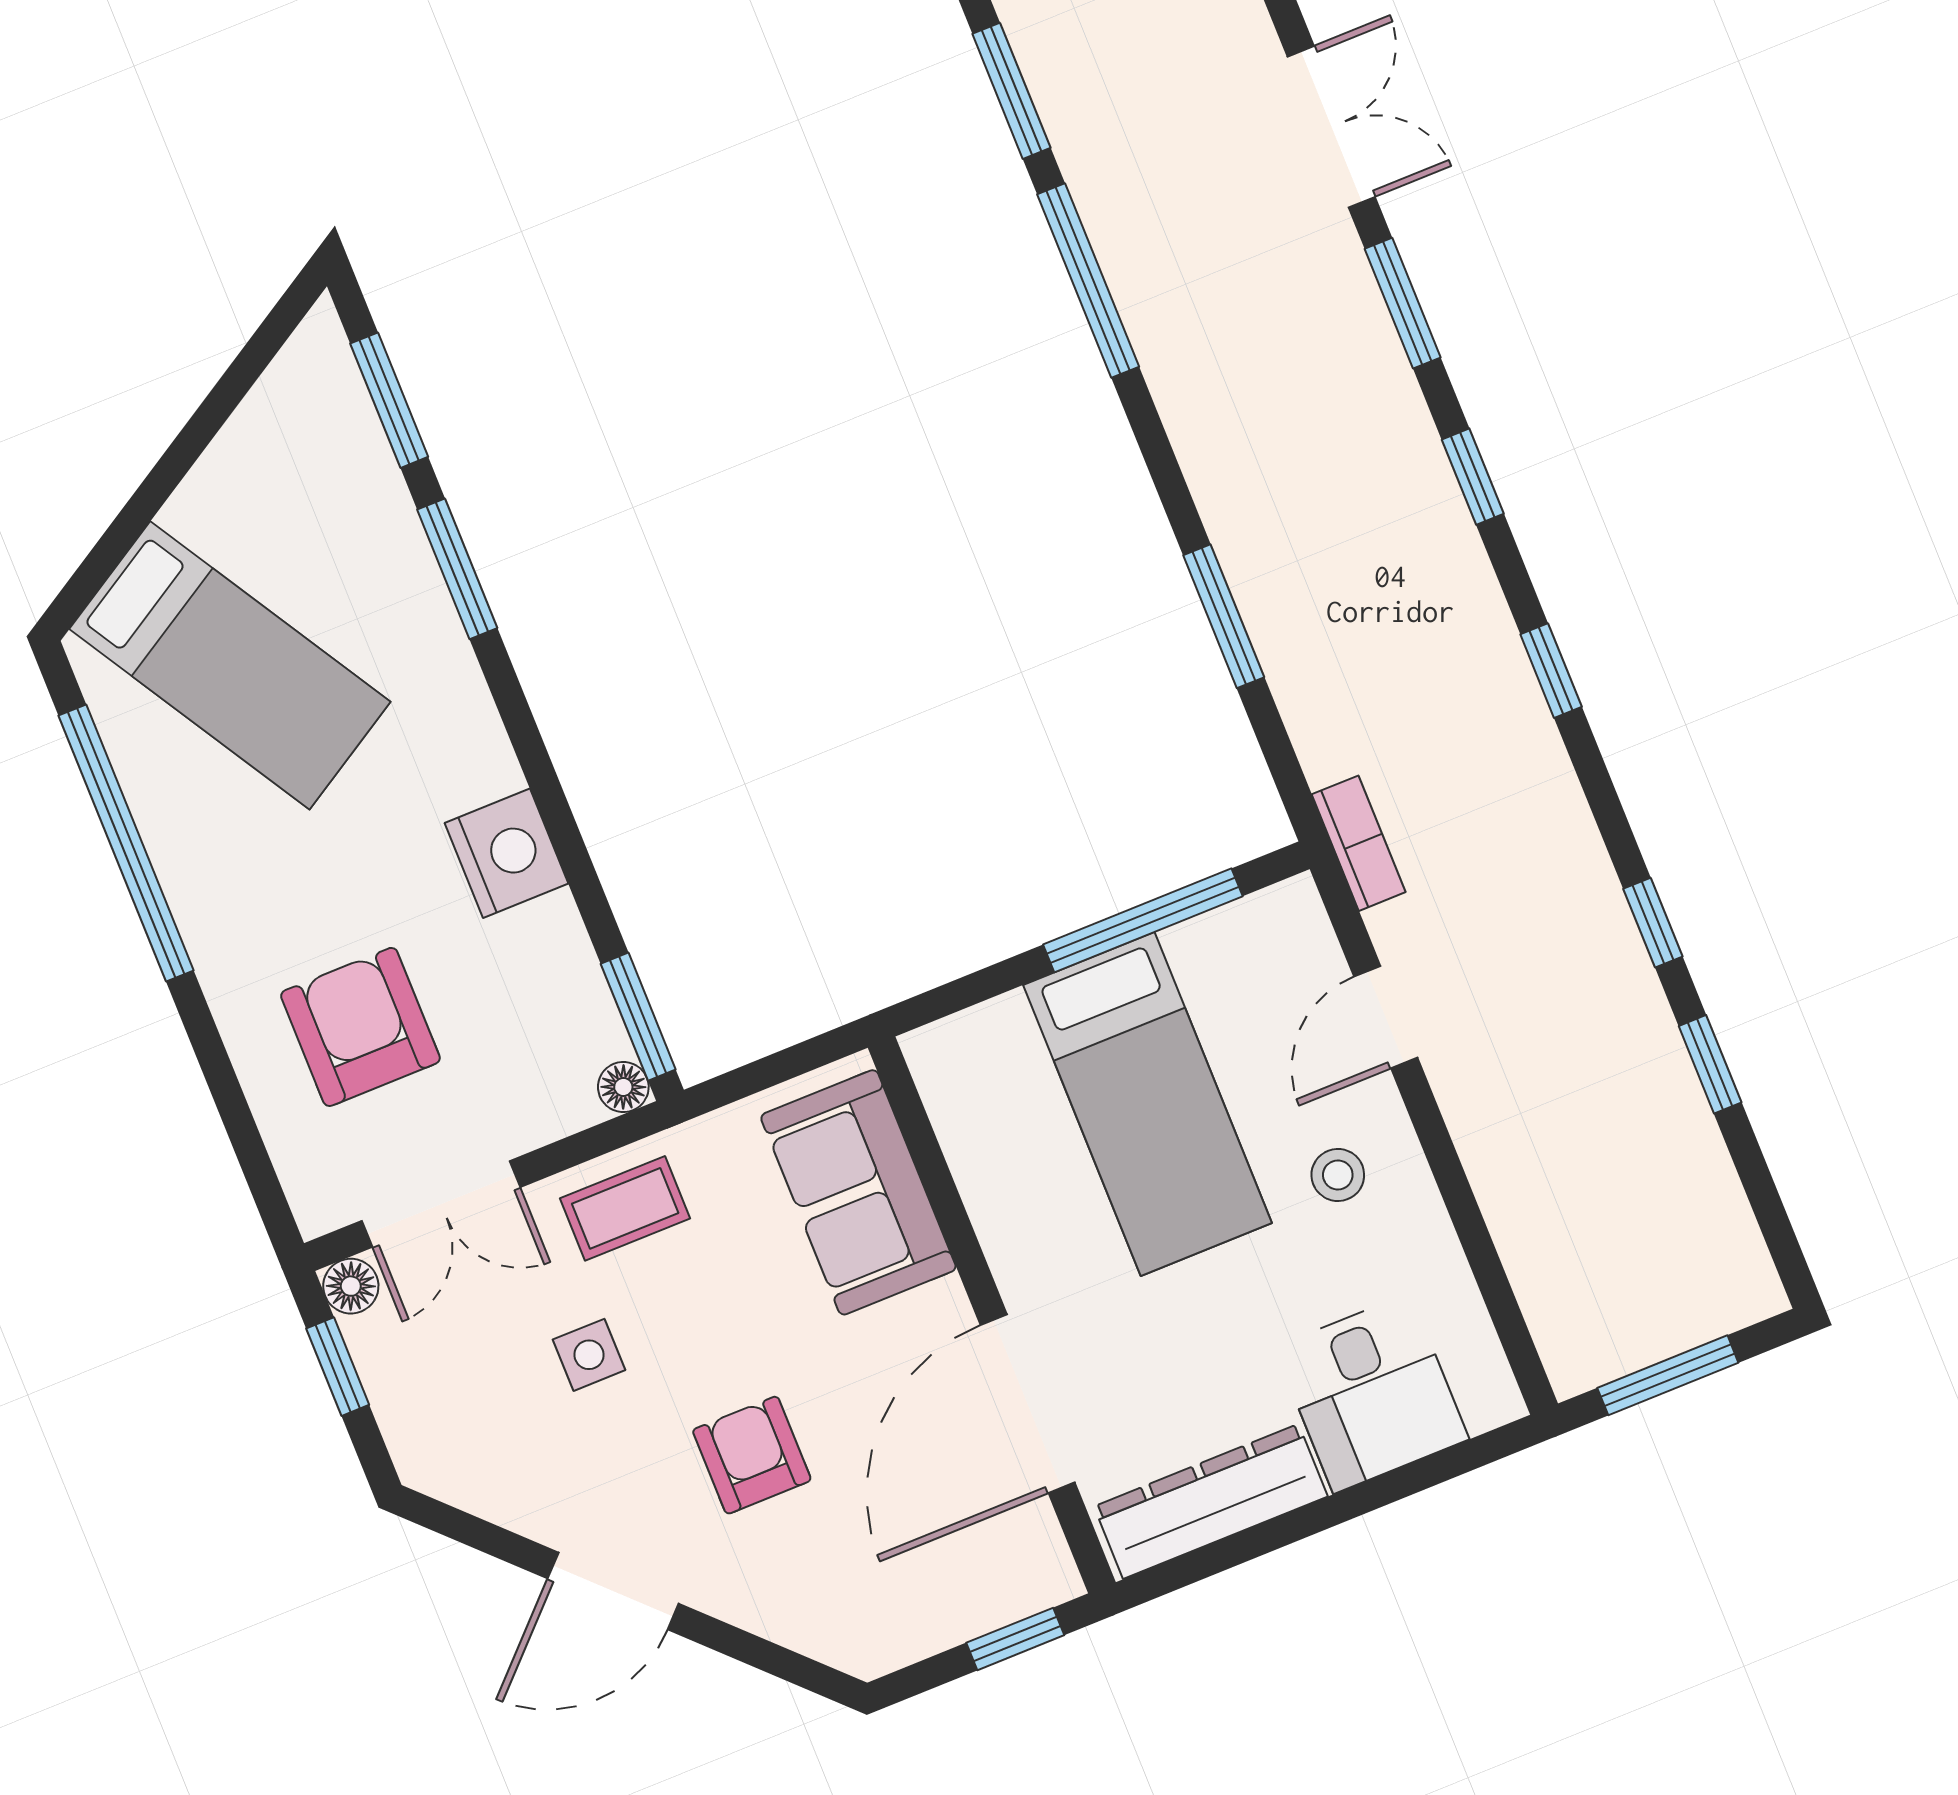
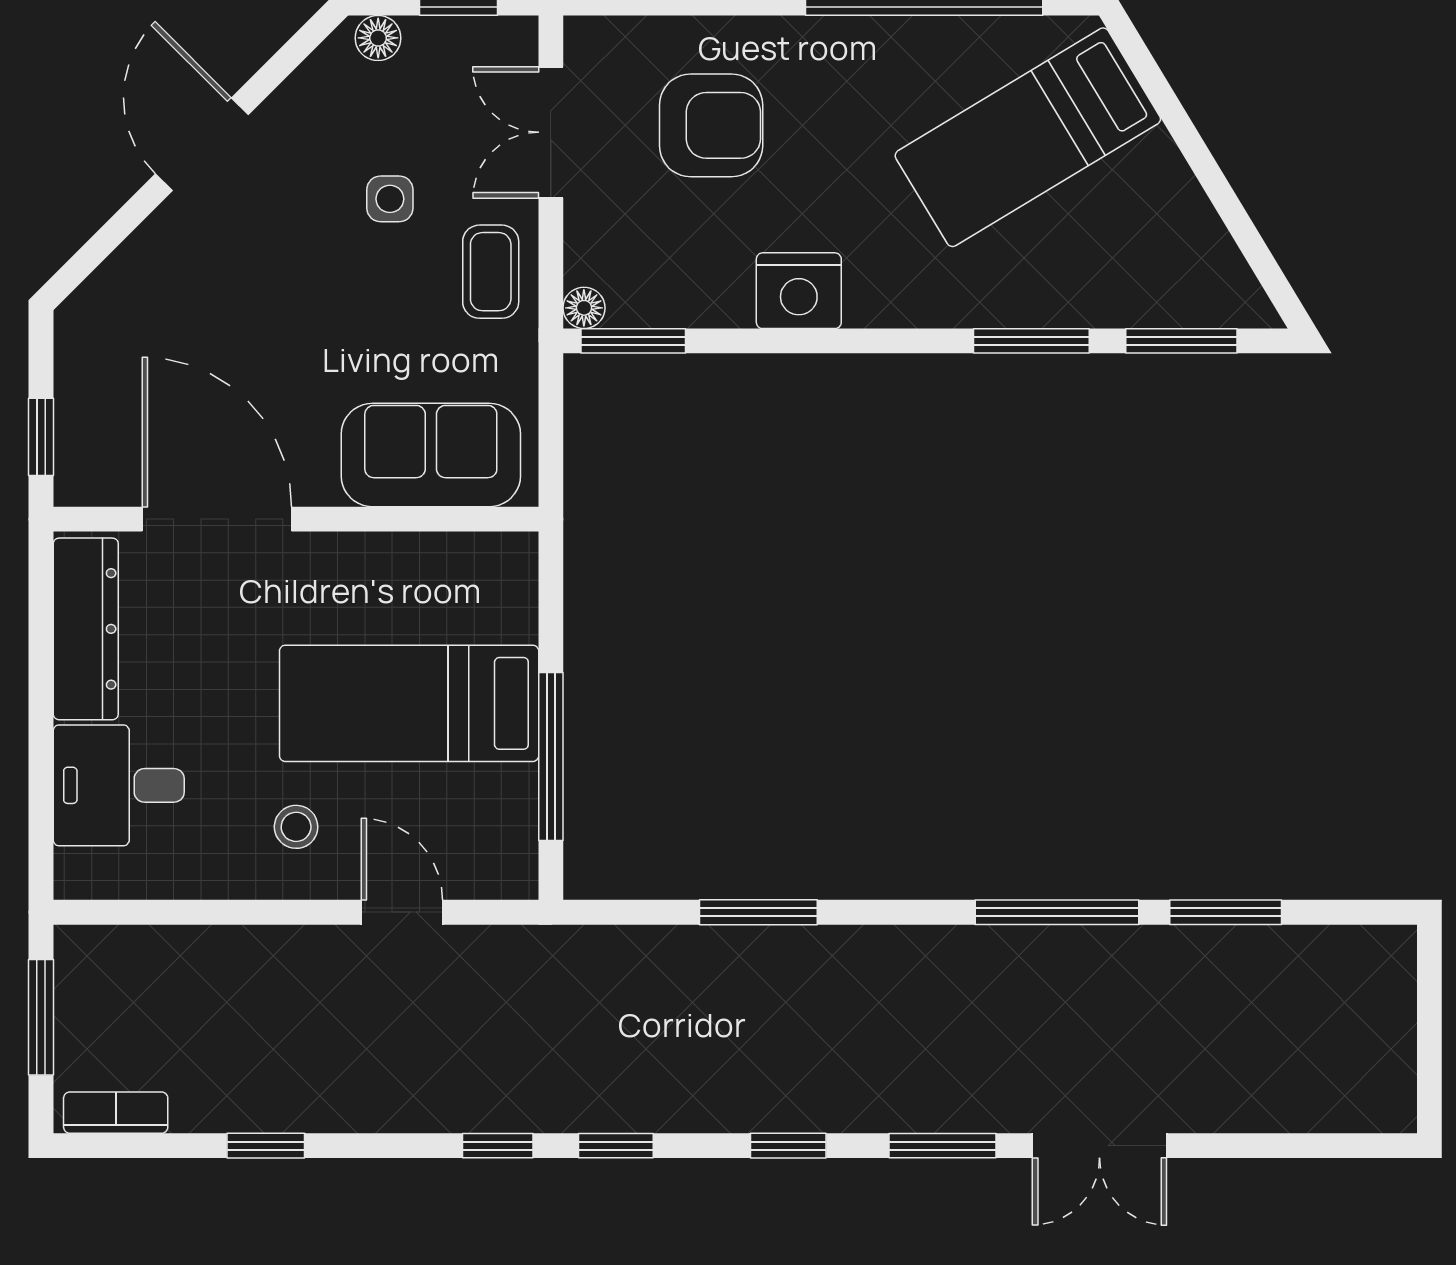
bookcase: (1359, 843) -> (116, 1113), moved, turned 180
window: (1653, 923) -> (498, 1146), moved
floor lamp: (351, 1286) -> (378, 38), moved
armchair: (752, 1455) -> (263, 292), removed

